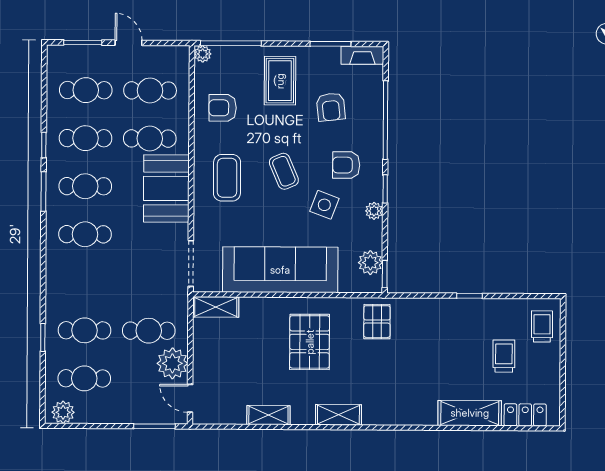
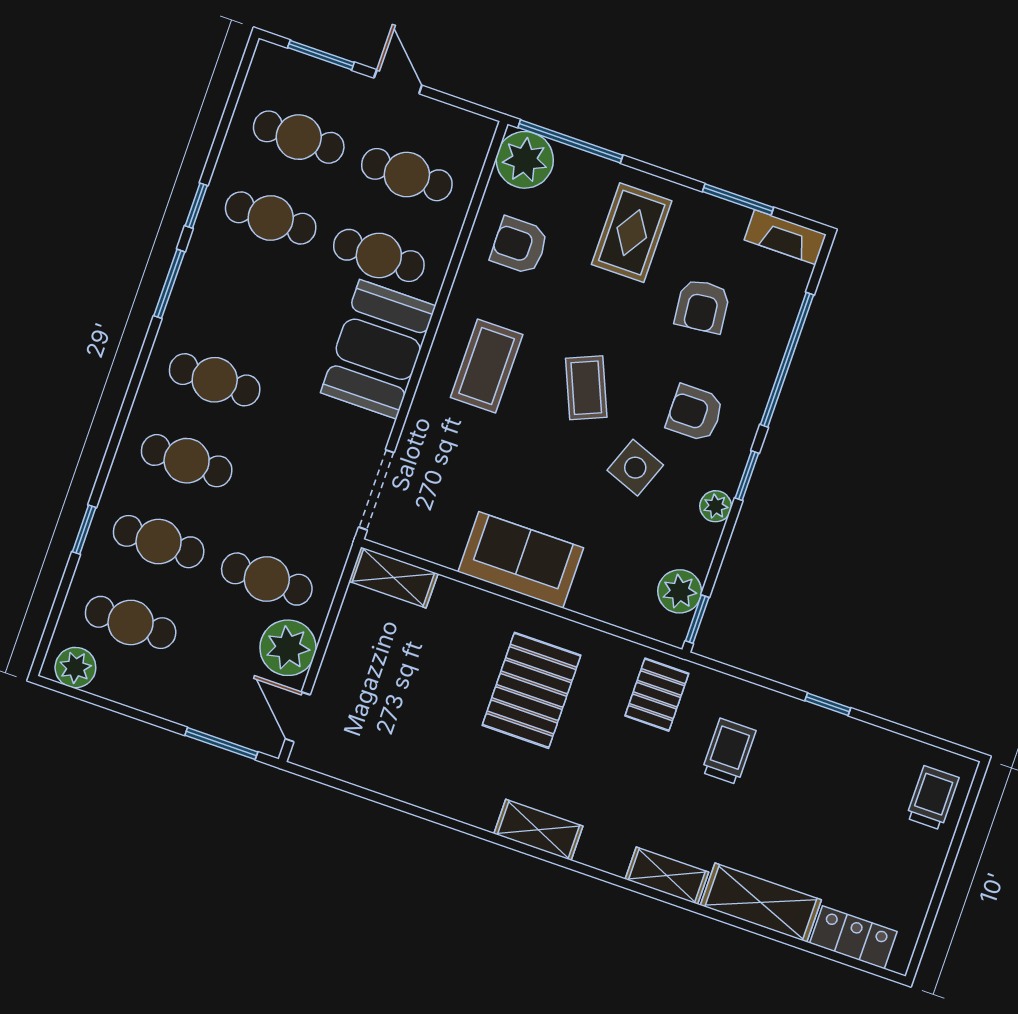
plant: (203, 54) -> (525, 160), width x1.88, depth x1.88
cafe table: (85, 186) -> (187, 461), moved
sofa: (280, 270) -> (521, 560), width x0.54, depth x0.79
trolley: (504, 356) -> (729, 751), moved
shelving: (268, 415) -> (667, 876), moved

